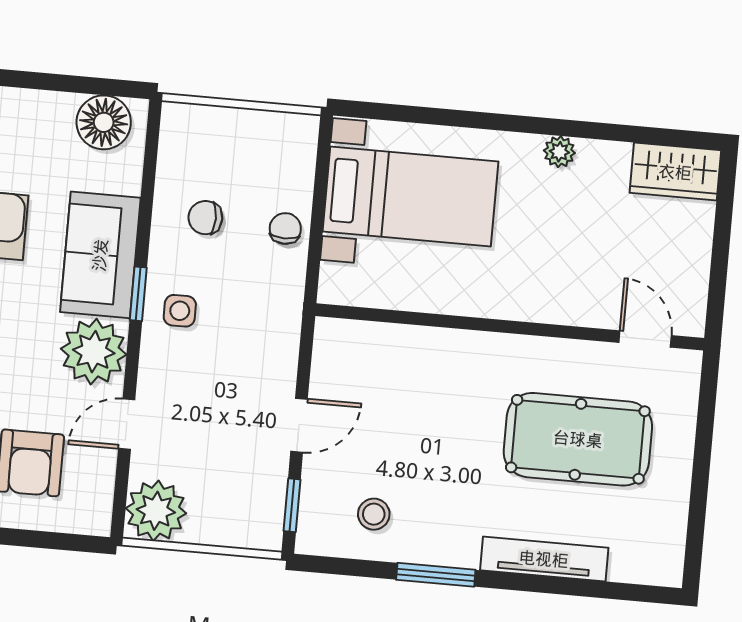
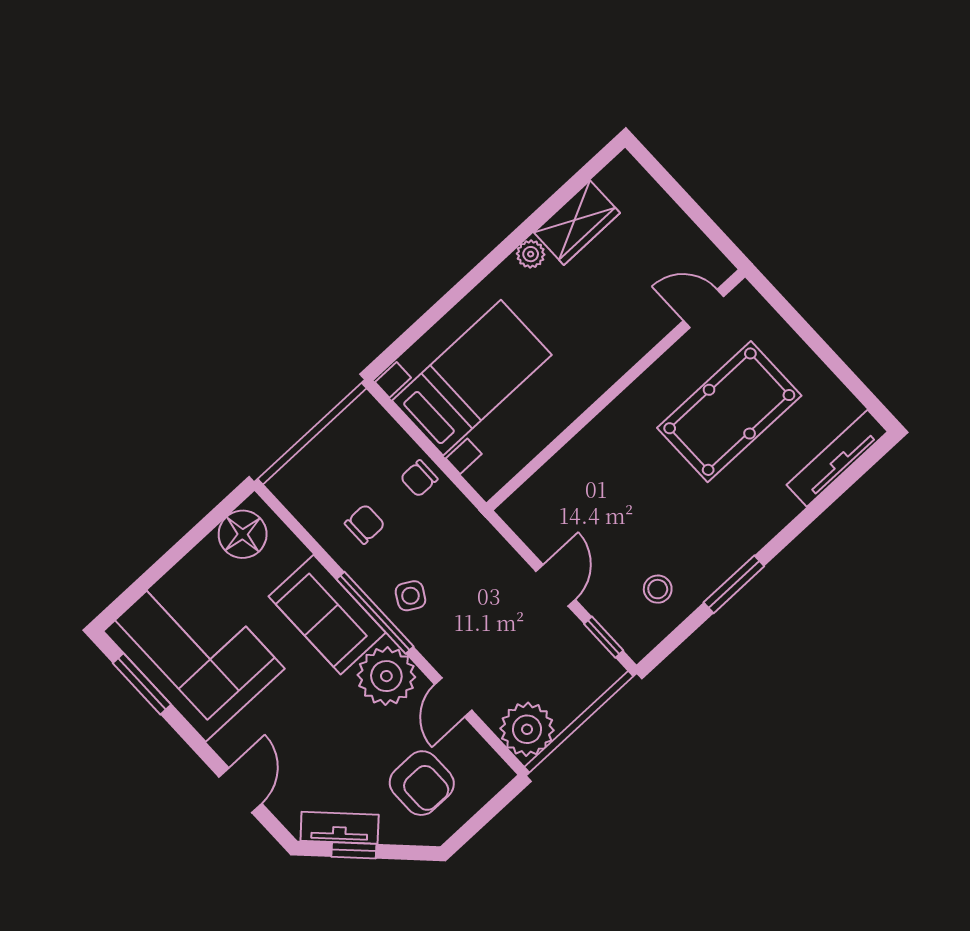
wardrobe: (675, 172) -> (577, 223), moved
chair: (205, 218) -> (365, 524), turned 180
chair: (285, 229) -> (419, 478), turned -90
window: (138, 294) -> (375, 613), width x2.17
side table: (180, 311) -> (410, 596), turned 30
tv unit: (544, 559) -> (837, 458), moved

